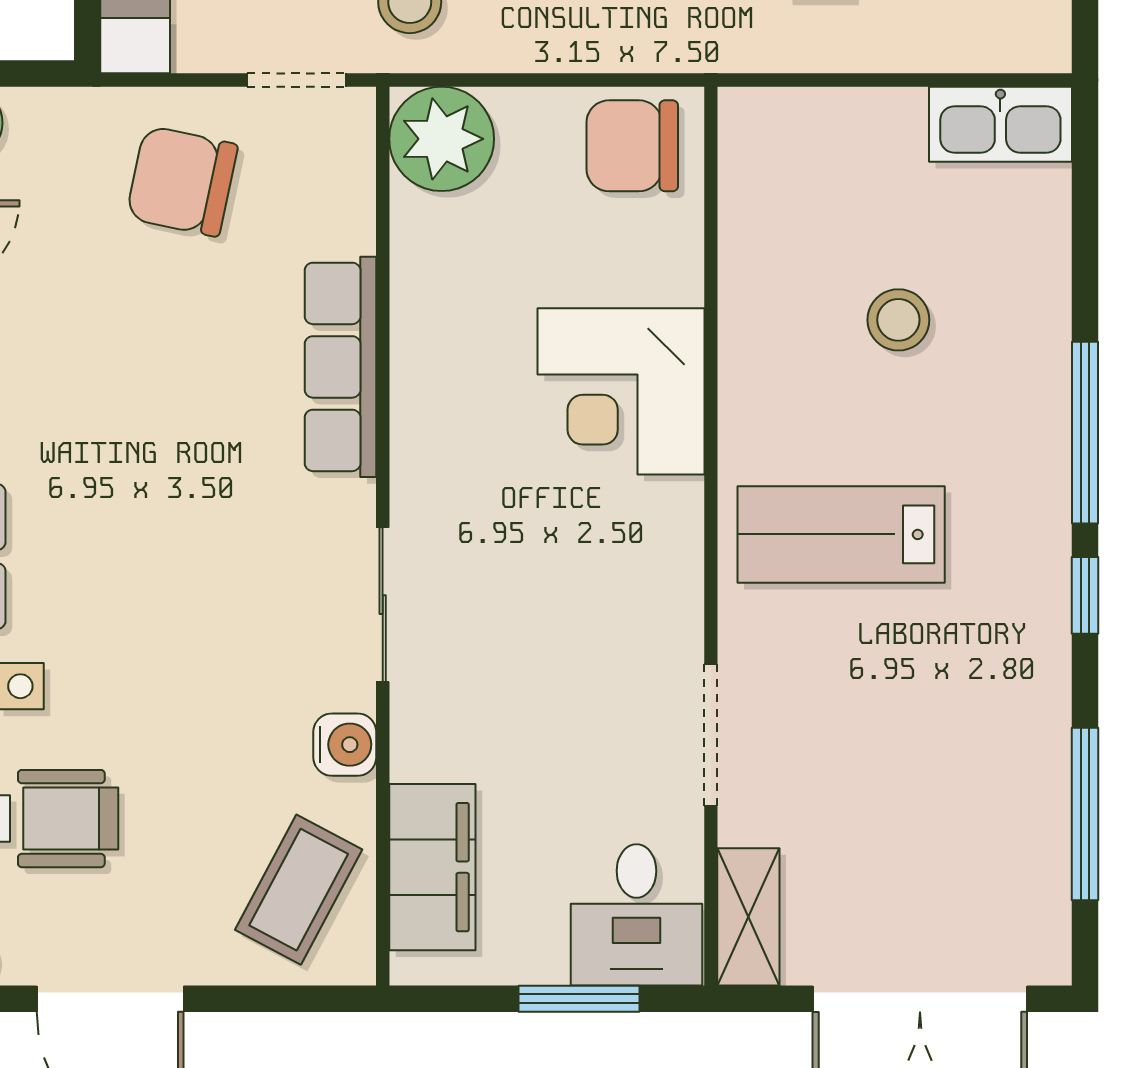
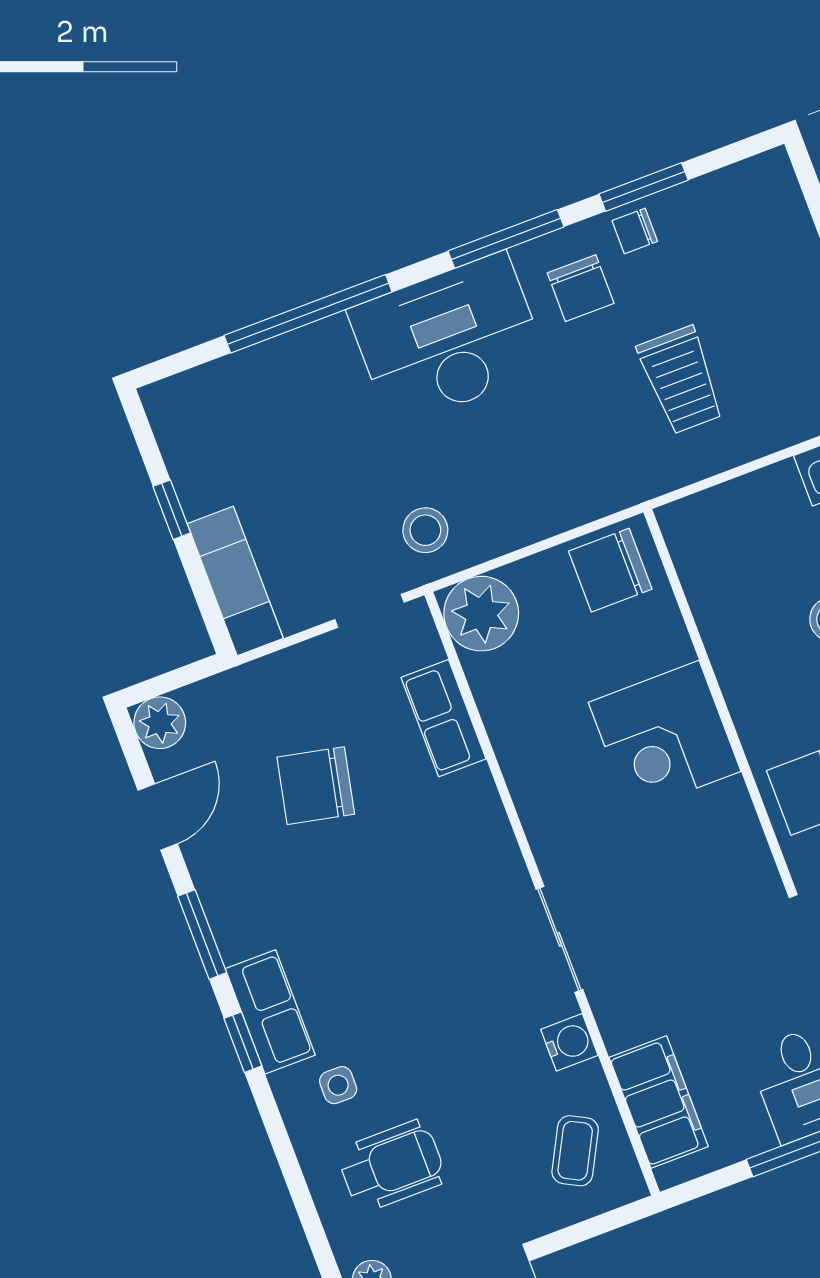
chair: (182, 181) -> (316, 786), moved
row of seats: (340, 367) -> (444, 718), moved, width x0.68
coffee table: (299, 890) -> (575, 1151), width x0.73, depth x0.77

